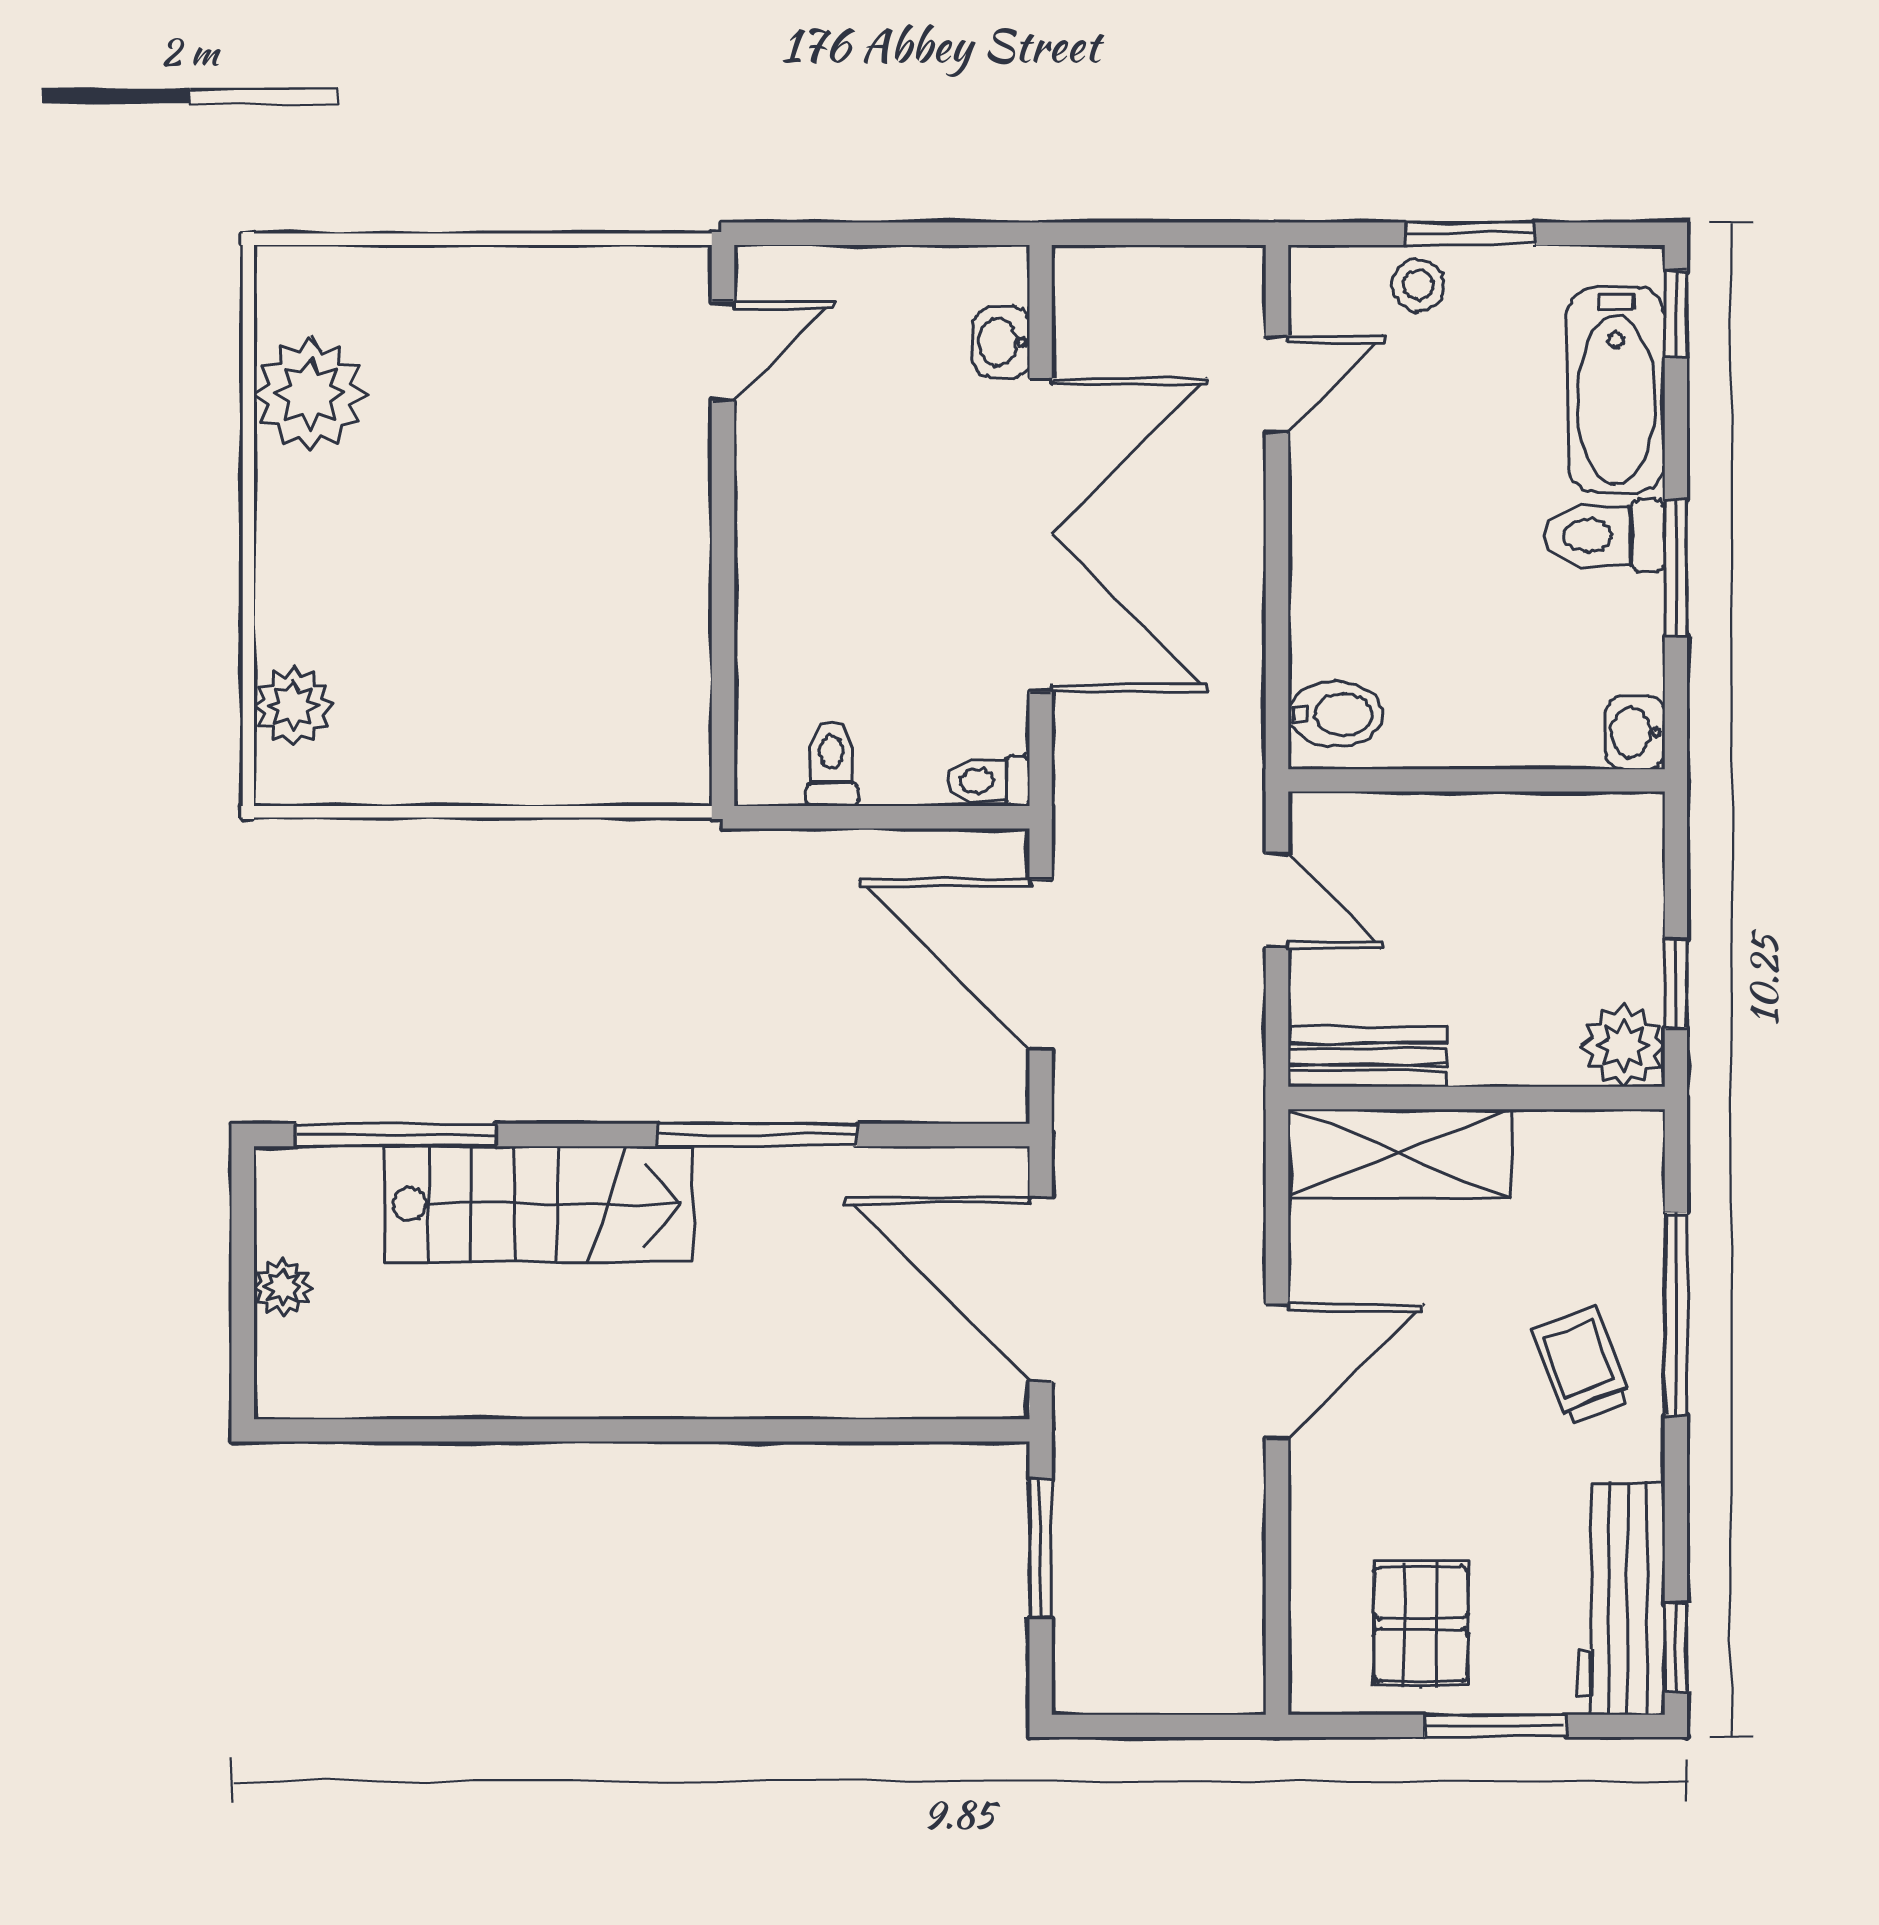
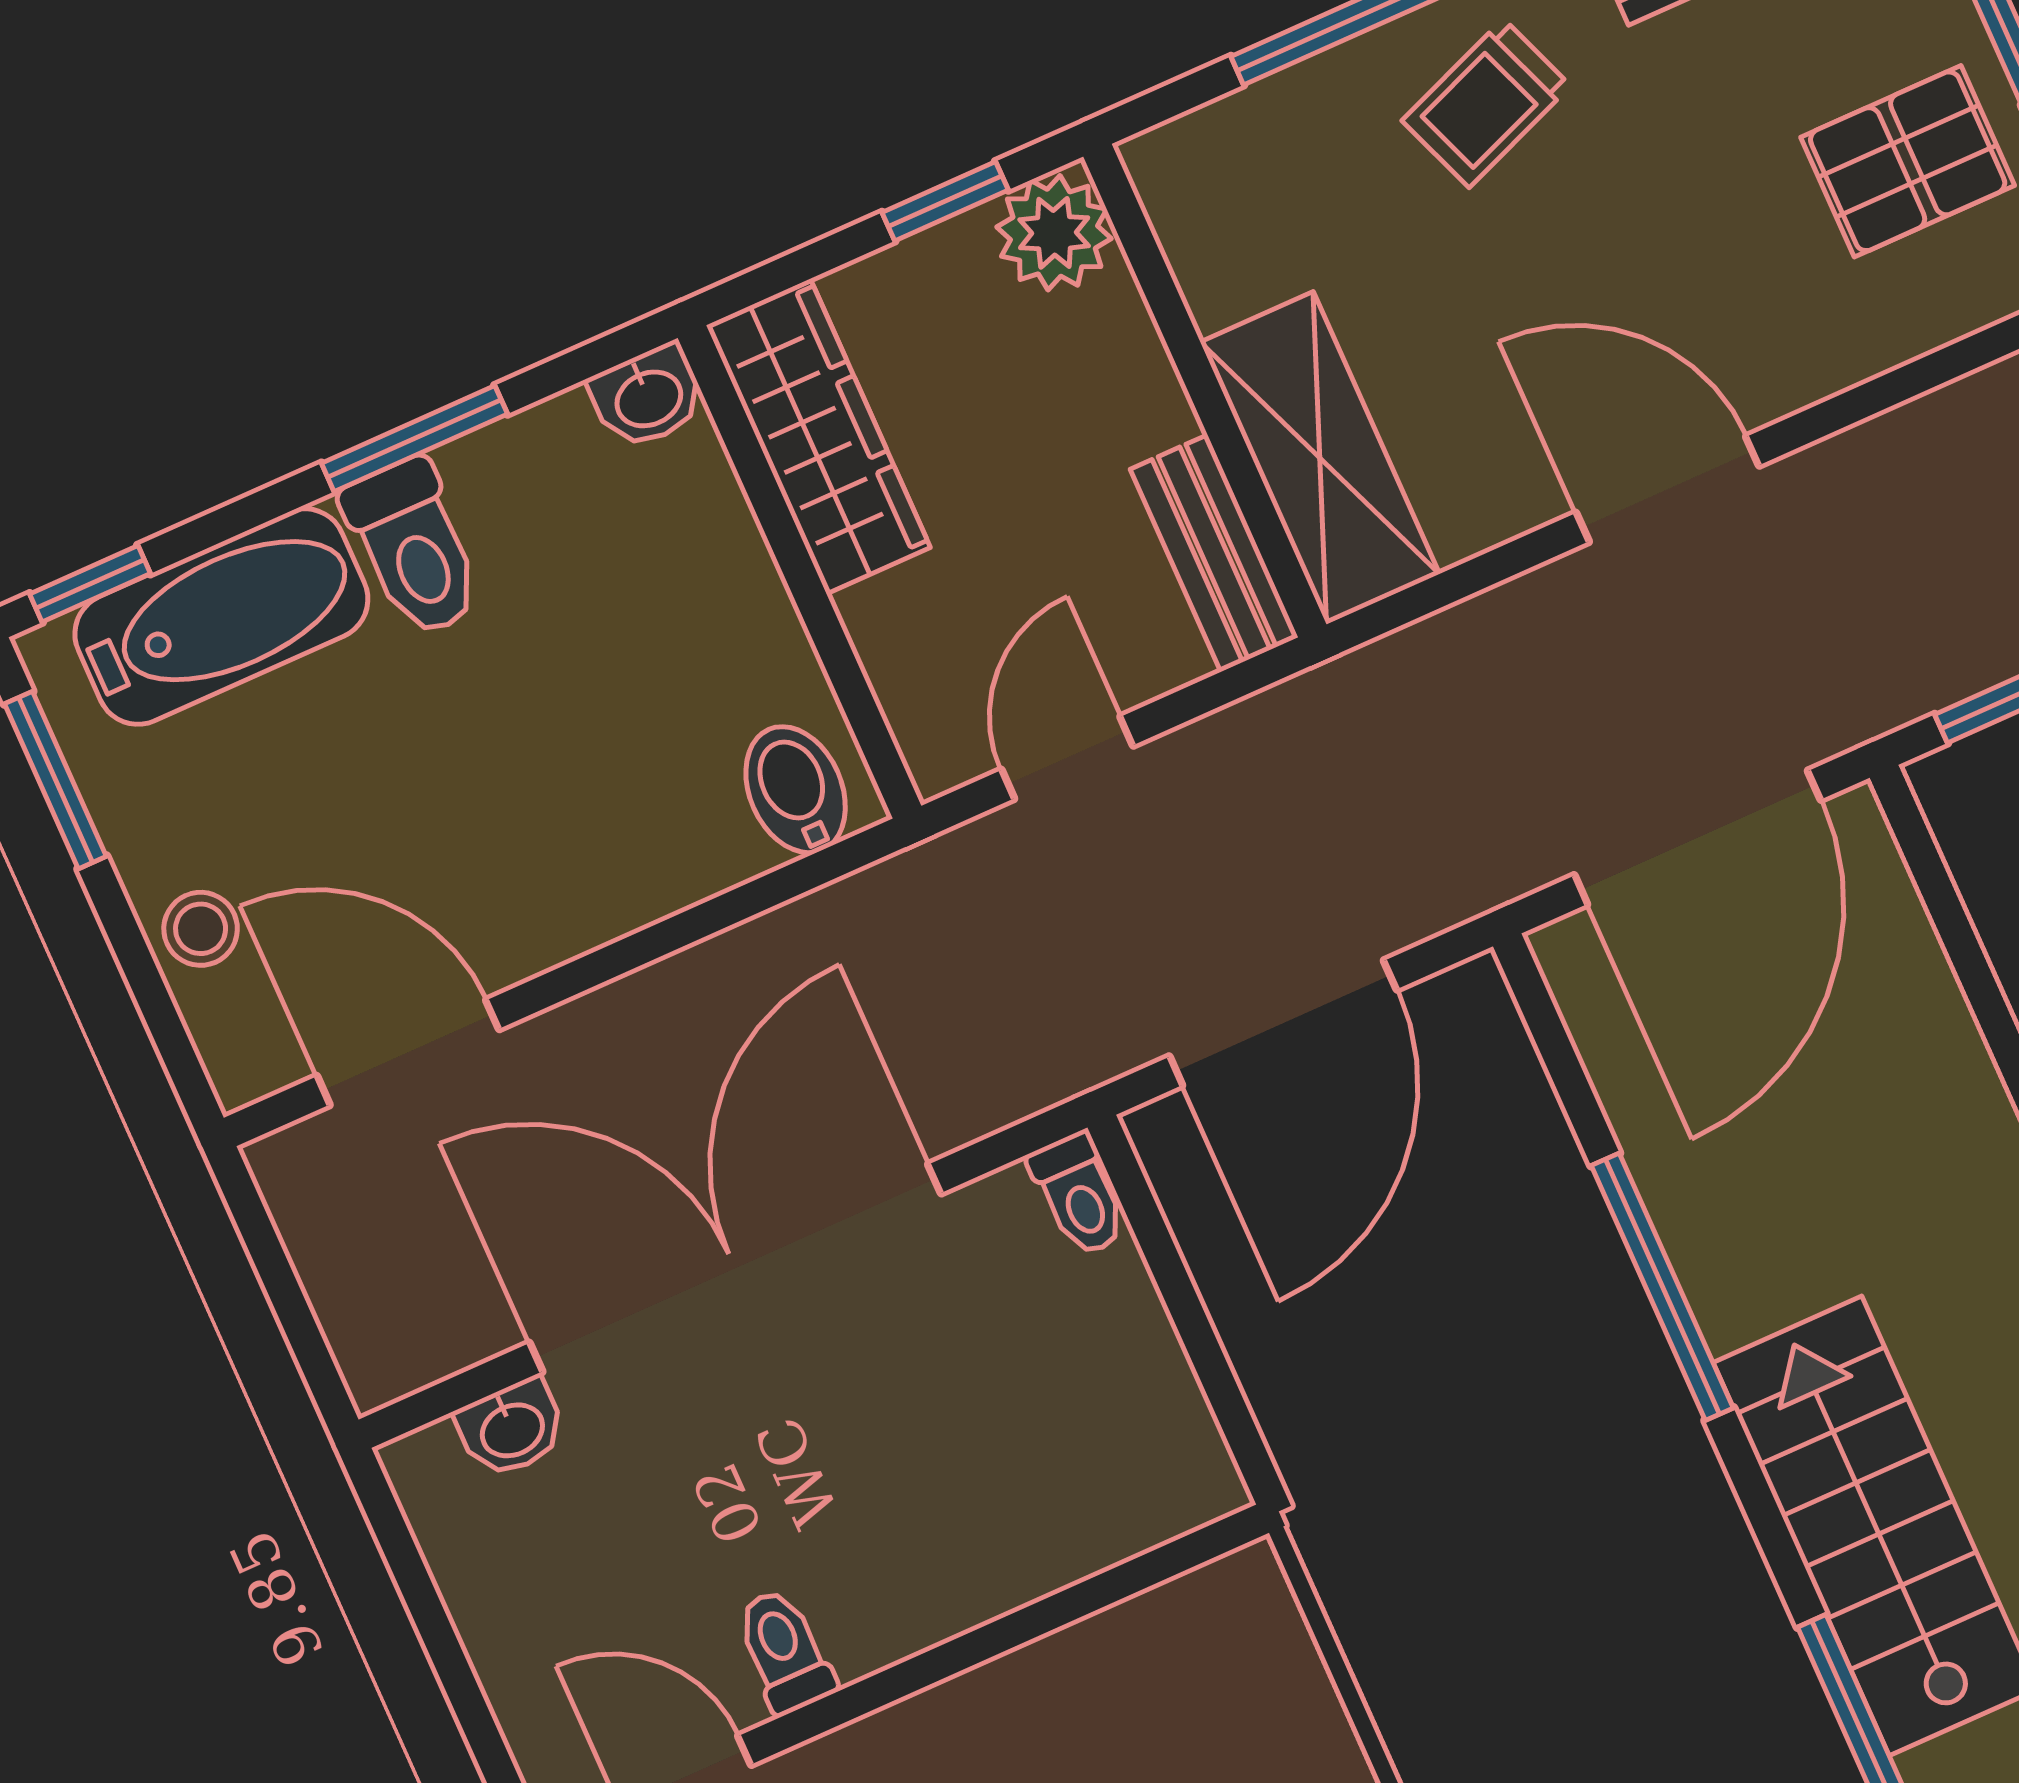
window: (1470, 234) -> (55, 780), moved
door: (1277, 384) -> (408, 1052), width x1.38
toilet: (832, 764) -> (784, 1651), moved, turned 90
wardrobe: (1559, 832) -> (818, 436), added

